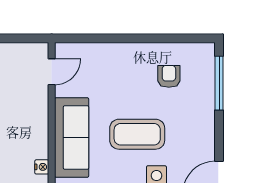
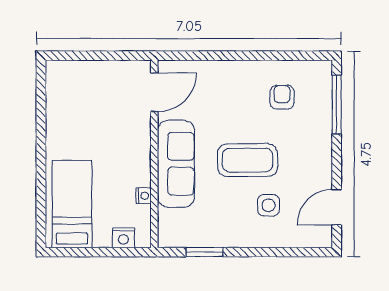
door: (52, 72) -> (154, 92), width x1.38

